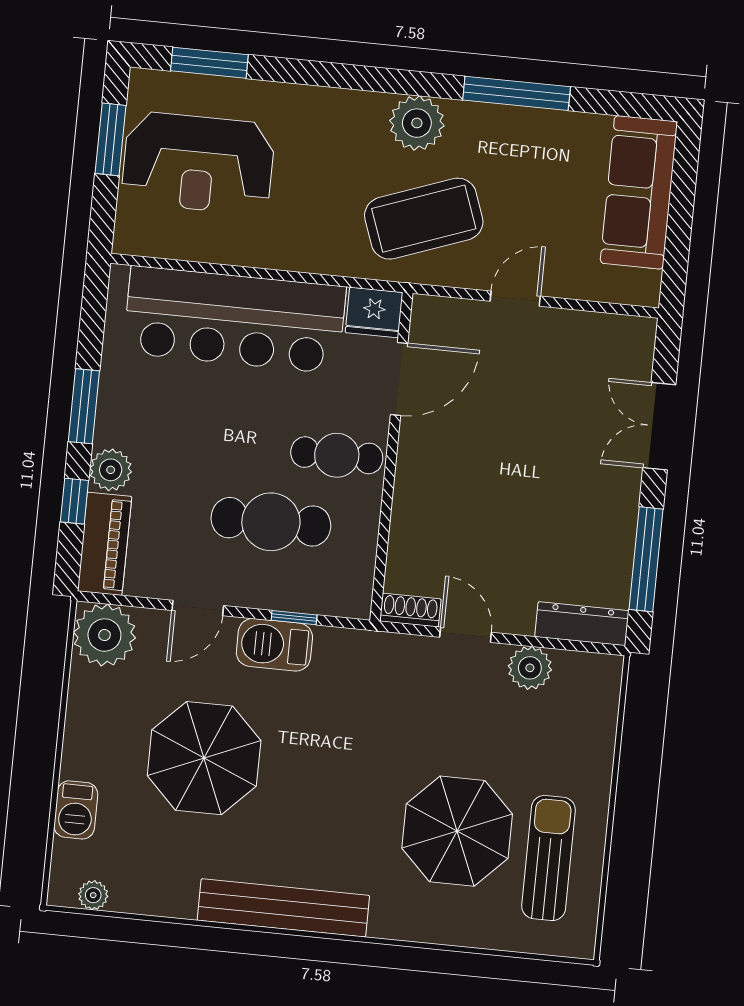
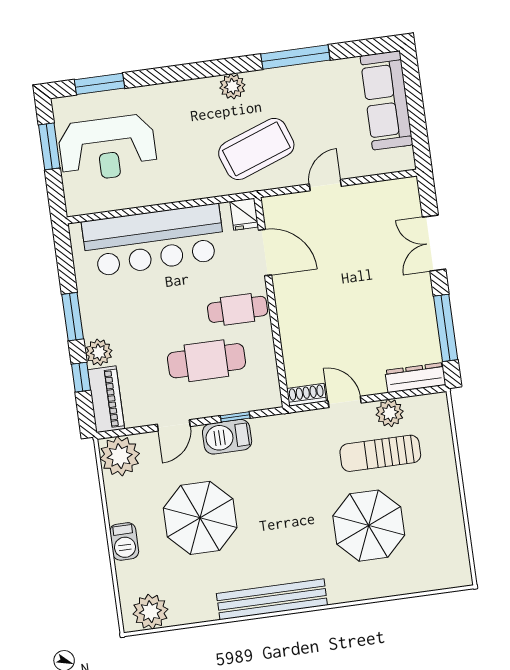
plant: (417, 123) -> (232, 86), width x0.73, depth x0.73
fridge: (374, 312) -> (244, 214), width x0.72
door: (399, 379) -> (265, 253), hinge flipped
barbecue: (76, 810) -> (124, 541), moved
sun lounger: (549, 858) -> (380, 453), moved, turned -90
plant: (93, 895) -> (150, 612), width x1.88, depth x1.88

